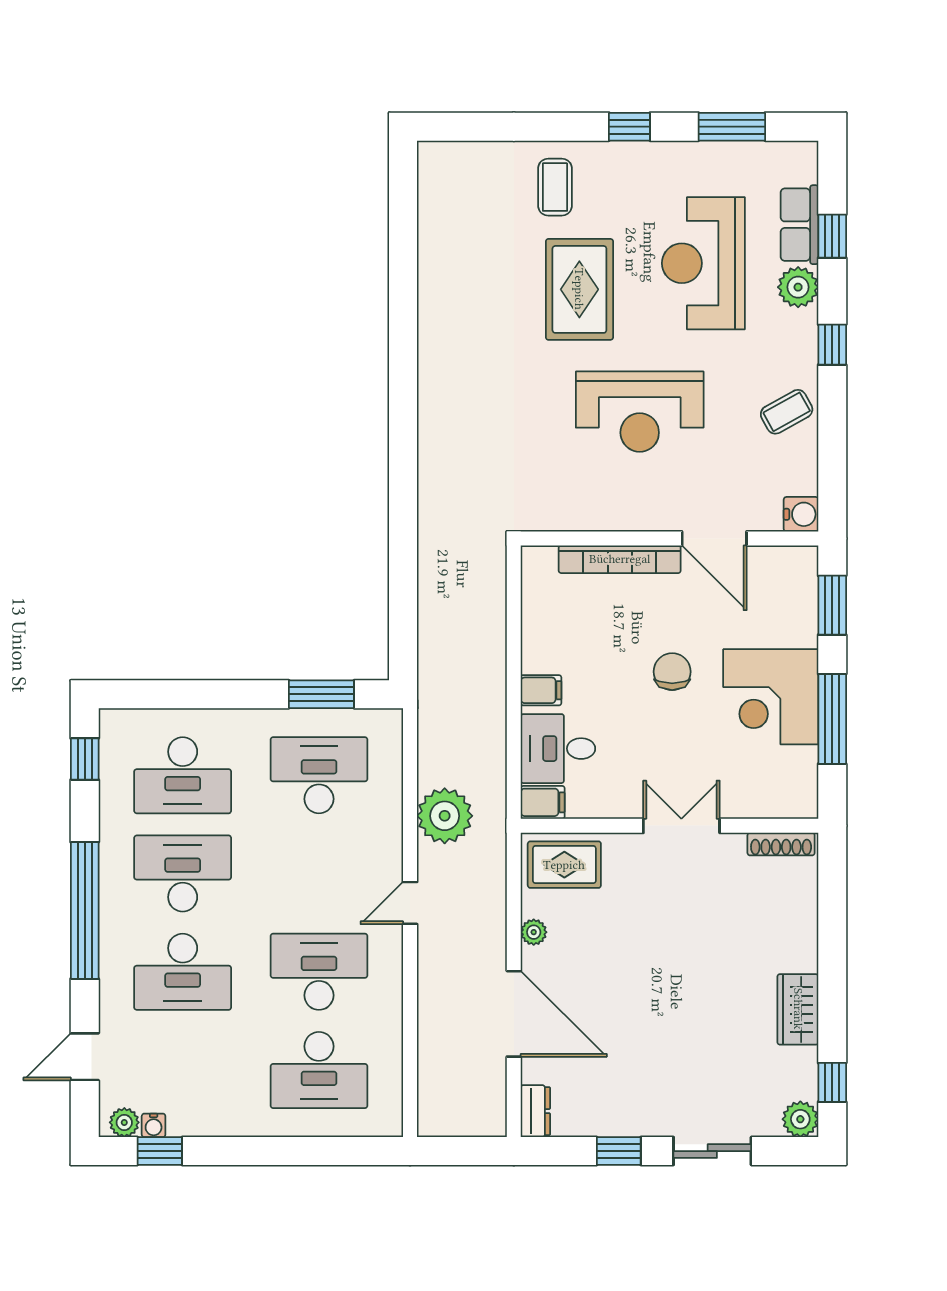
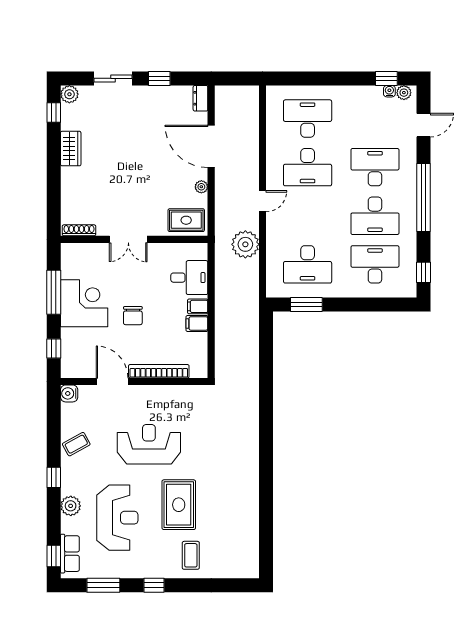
row of seats: (799, 225) -> (70, 554), moved
window: (832, 236) -> (54, 556), moved
window: (832, 605) -> (54, 348), width x0.67
filing cabinet: (543, 802) -> (197, 323), moved

